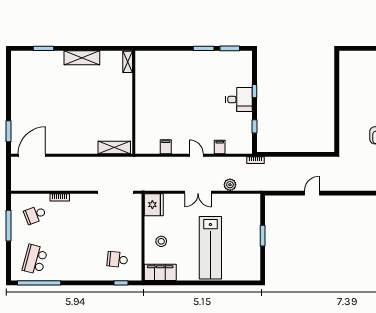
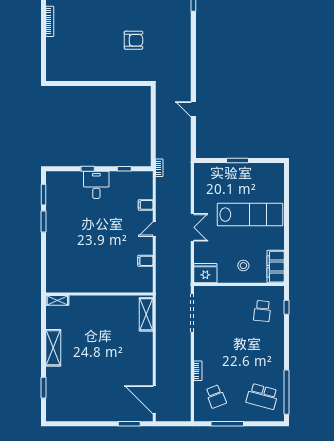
plant: (230, 185) -> (185, 194), removed

